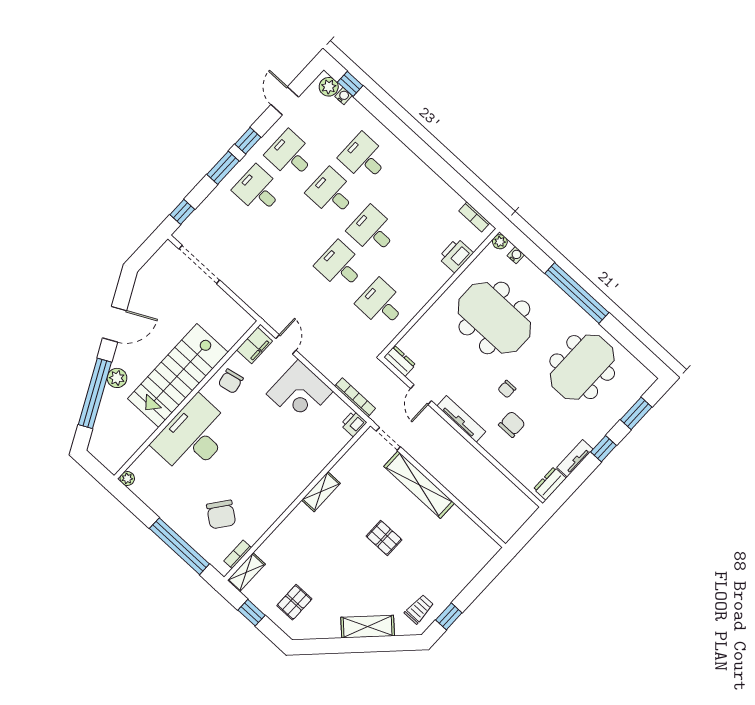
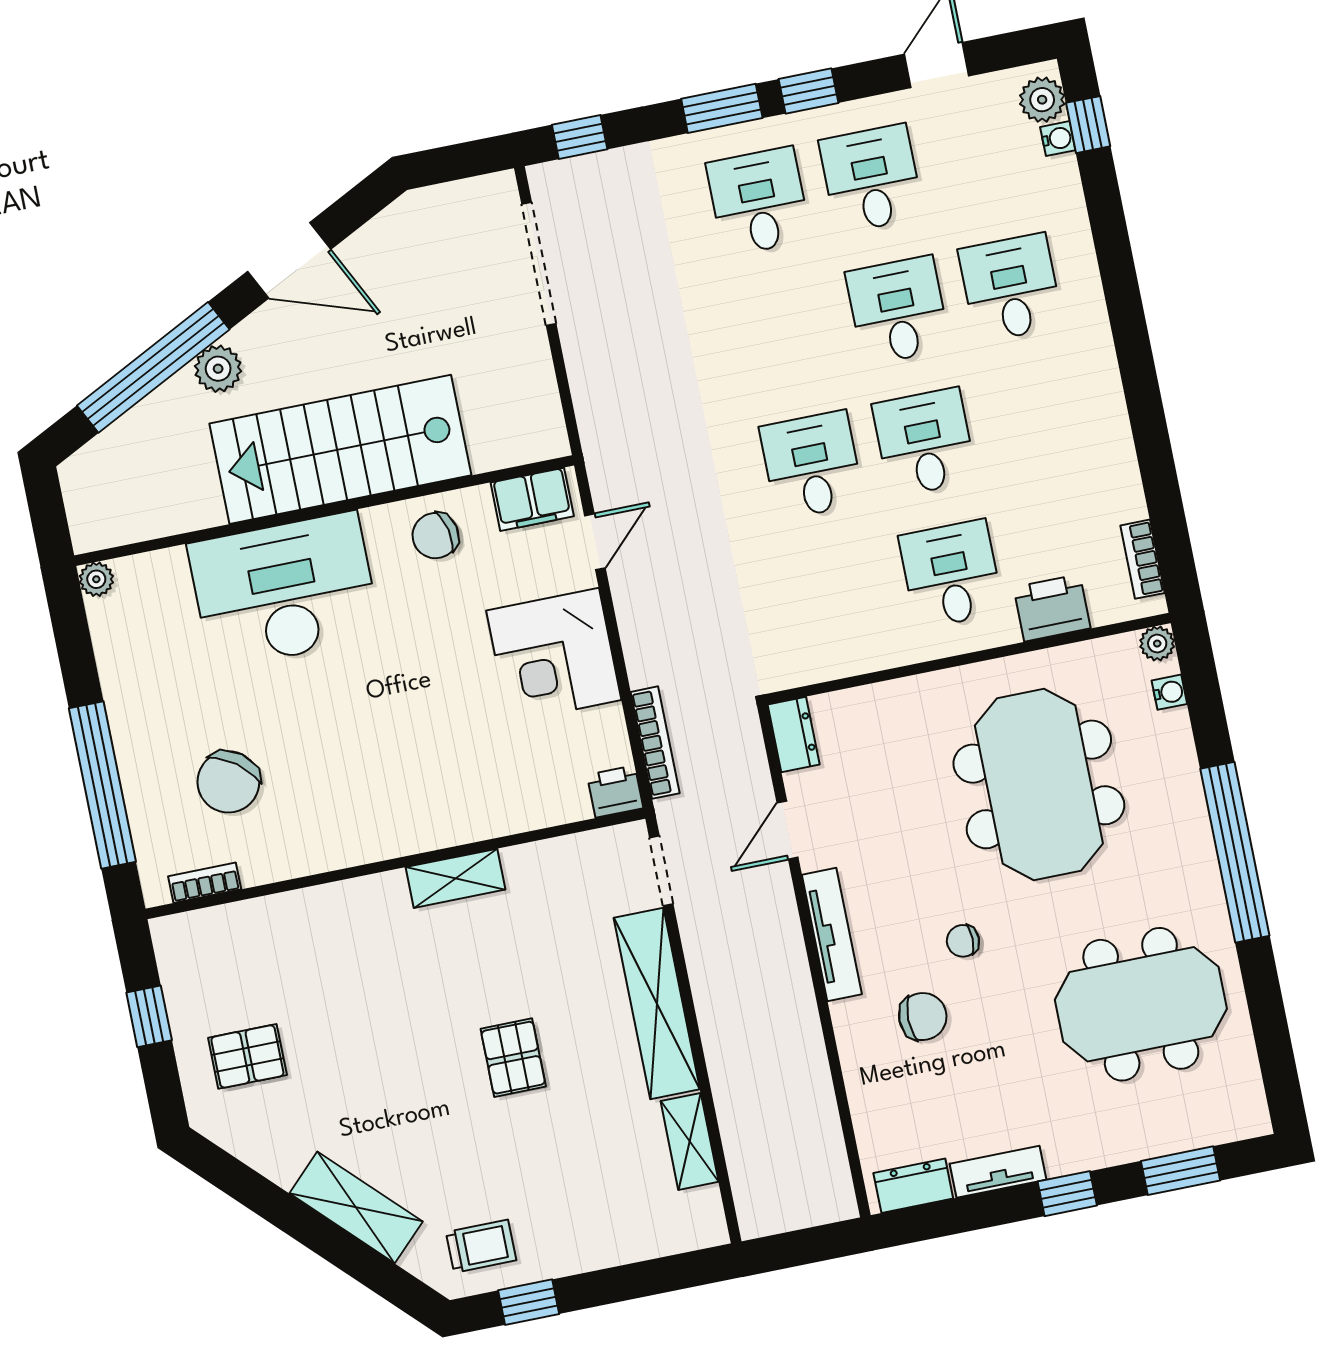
desk: (381, 304) -> (951, 574), moved
shelving: (246, 572) -> (690, 1141), moved, turned 90

